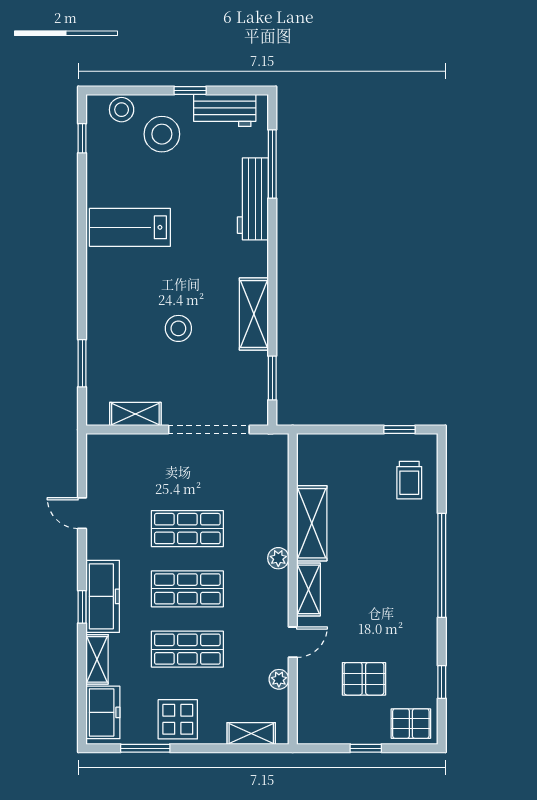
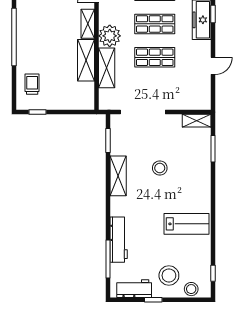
shelving: (135, 414) -> (197, 121), moved
shelving: (274, 509) -> (107, 68), added
door: (82, 513) -> (213, 66), hinge flipped
plant: (278, 558) -> (110, 36), width x1.87, depth x1.87

